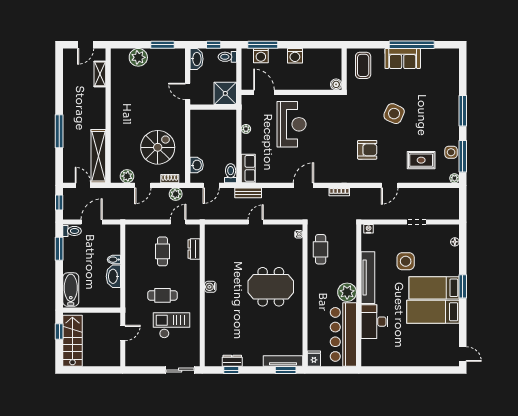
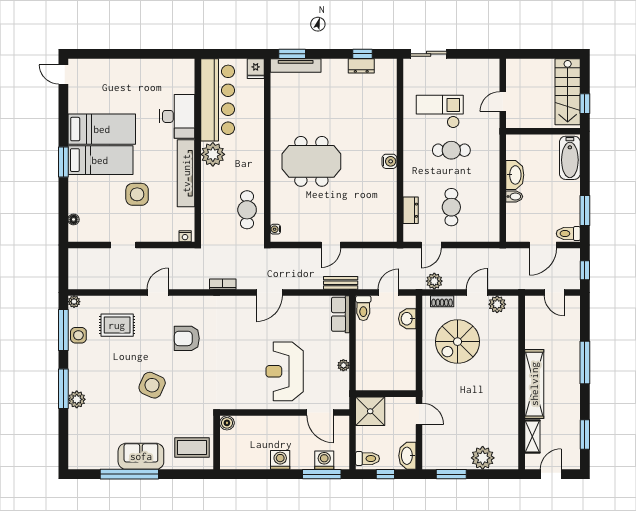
coffee table: (363, 65) -> (192, 447), turned 90
window: (59, 76) -> (585, 434), added
plant: (452, 103) -> (77, 399), added
shelving: (98, 156) -> (534, 384), moved
checkout: (172, 325) -> (440, 112), turned 180

